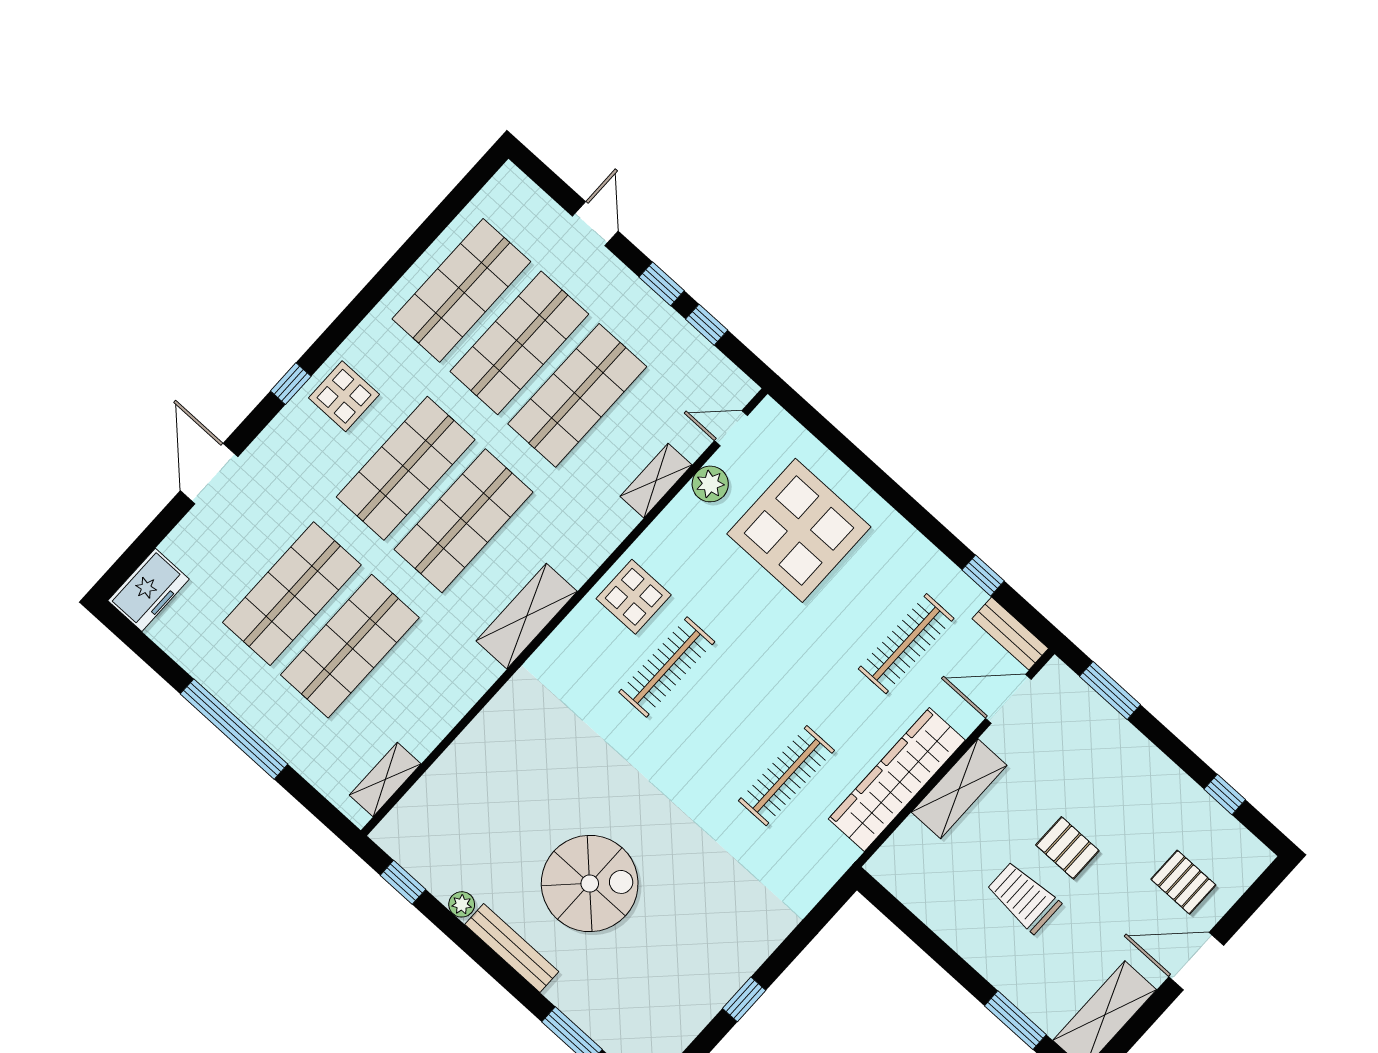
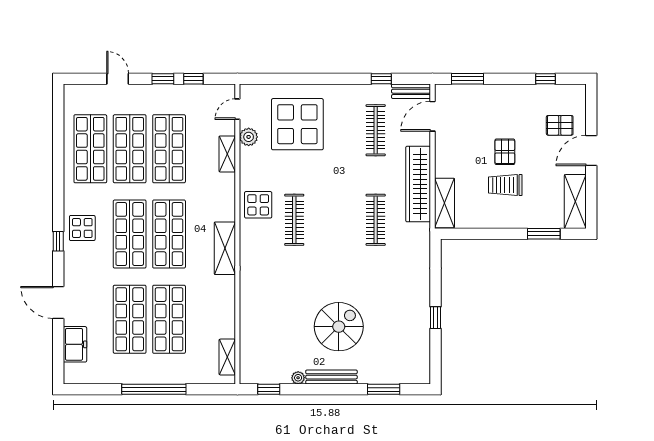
freezer: (149, 590) -> (75, 344), moved
shelving: (959, 789) -> (444, 203), moved
pallet: (1067, 848) -> (505, 152), turned 90

